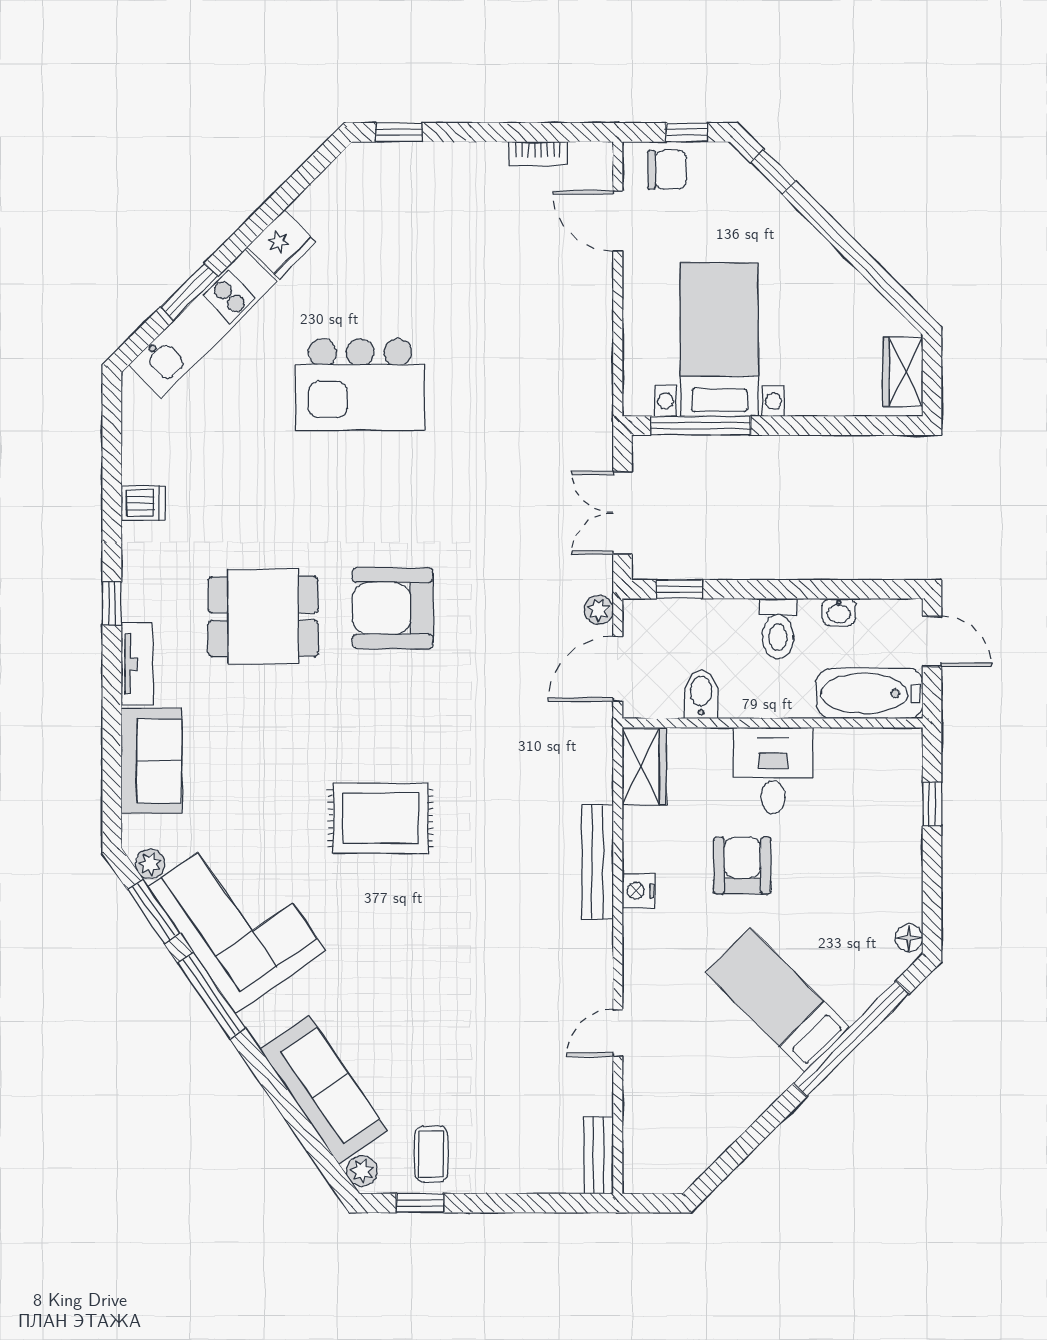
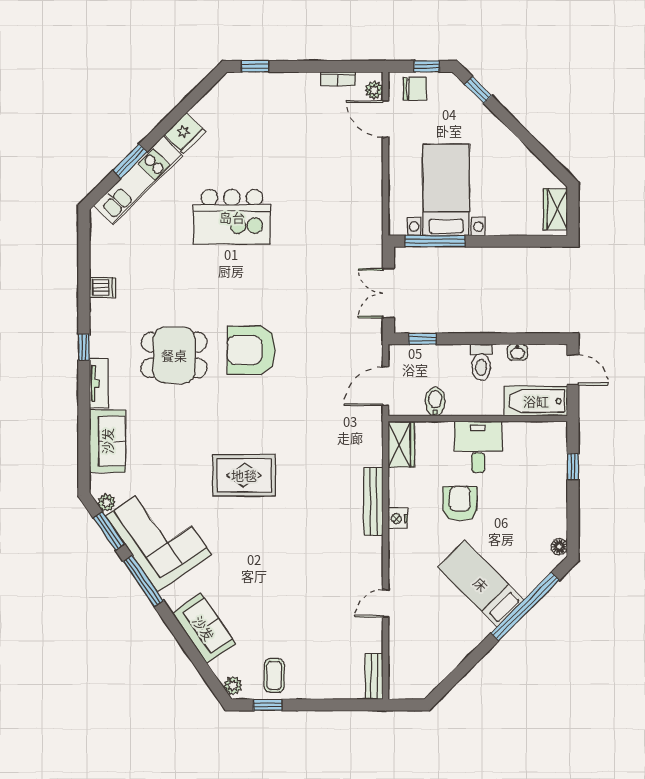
plant: (599, 610) -> (374, 90), moved
sofa: (324, 1090) -> (204, 628), width x0.73

